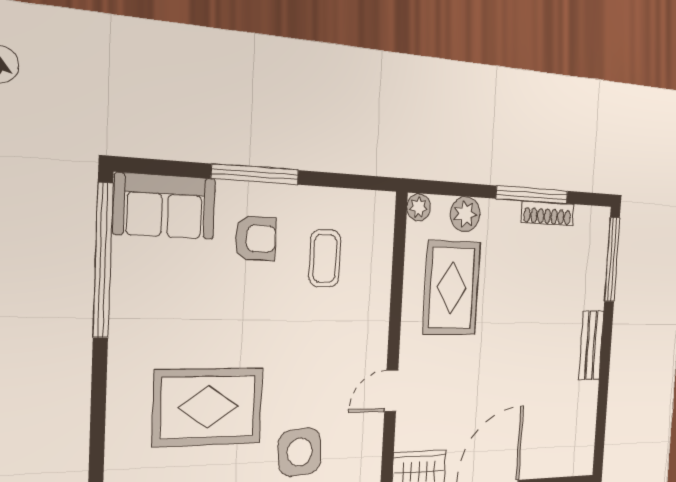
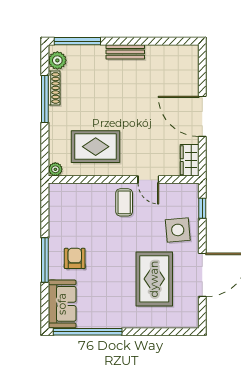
plant: (465, 214) -> (57, 60), moved
coffee table: (325, 258) -> (124, 202), moved, turned 90

